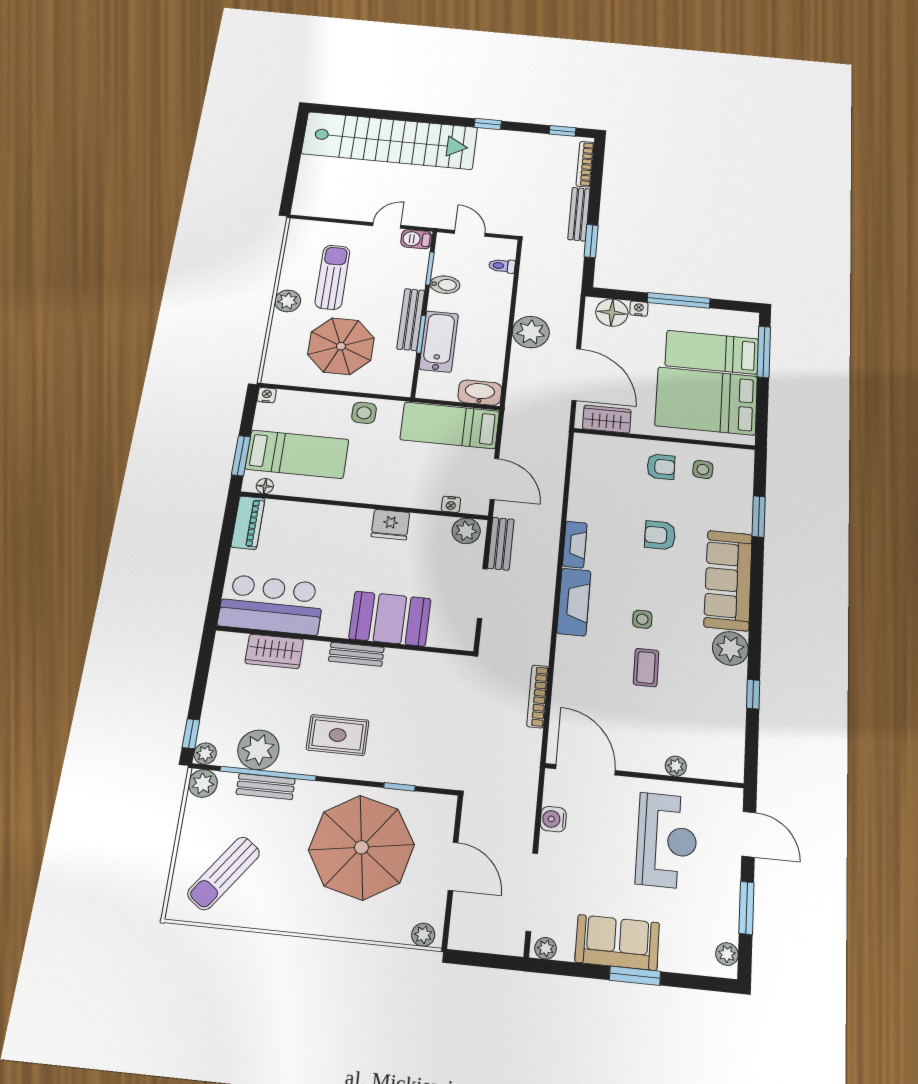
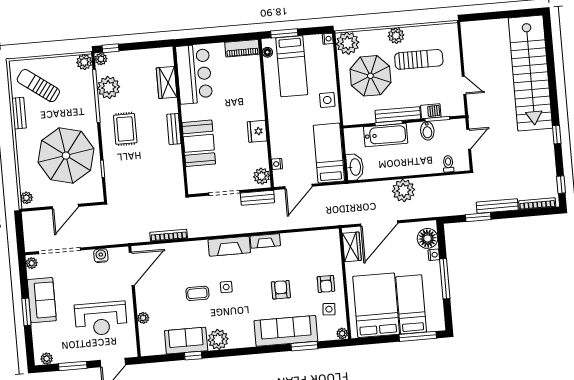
barbecue: (416, 239) -> (431, 111), moved, turned 90
plant: (281, 369) -> (348, 43), added
plant: (745, 457) -> (342, 334), added
sofa: (728, 580) -> (286, 331), moved
sofa: (725, 701) -> (186, 341), added
bench: (266, 787) -> (19, 113), moved

